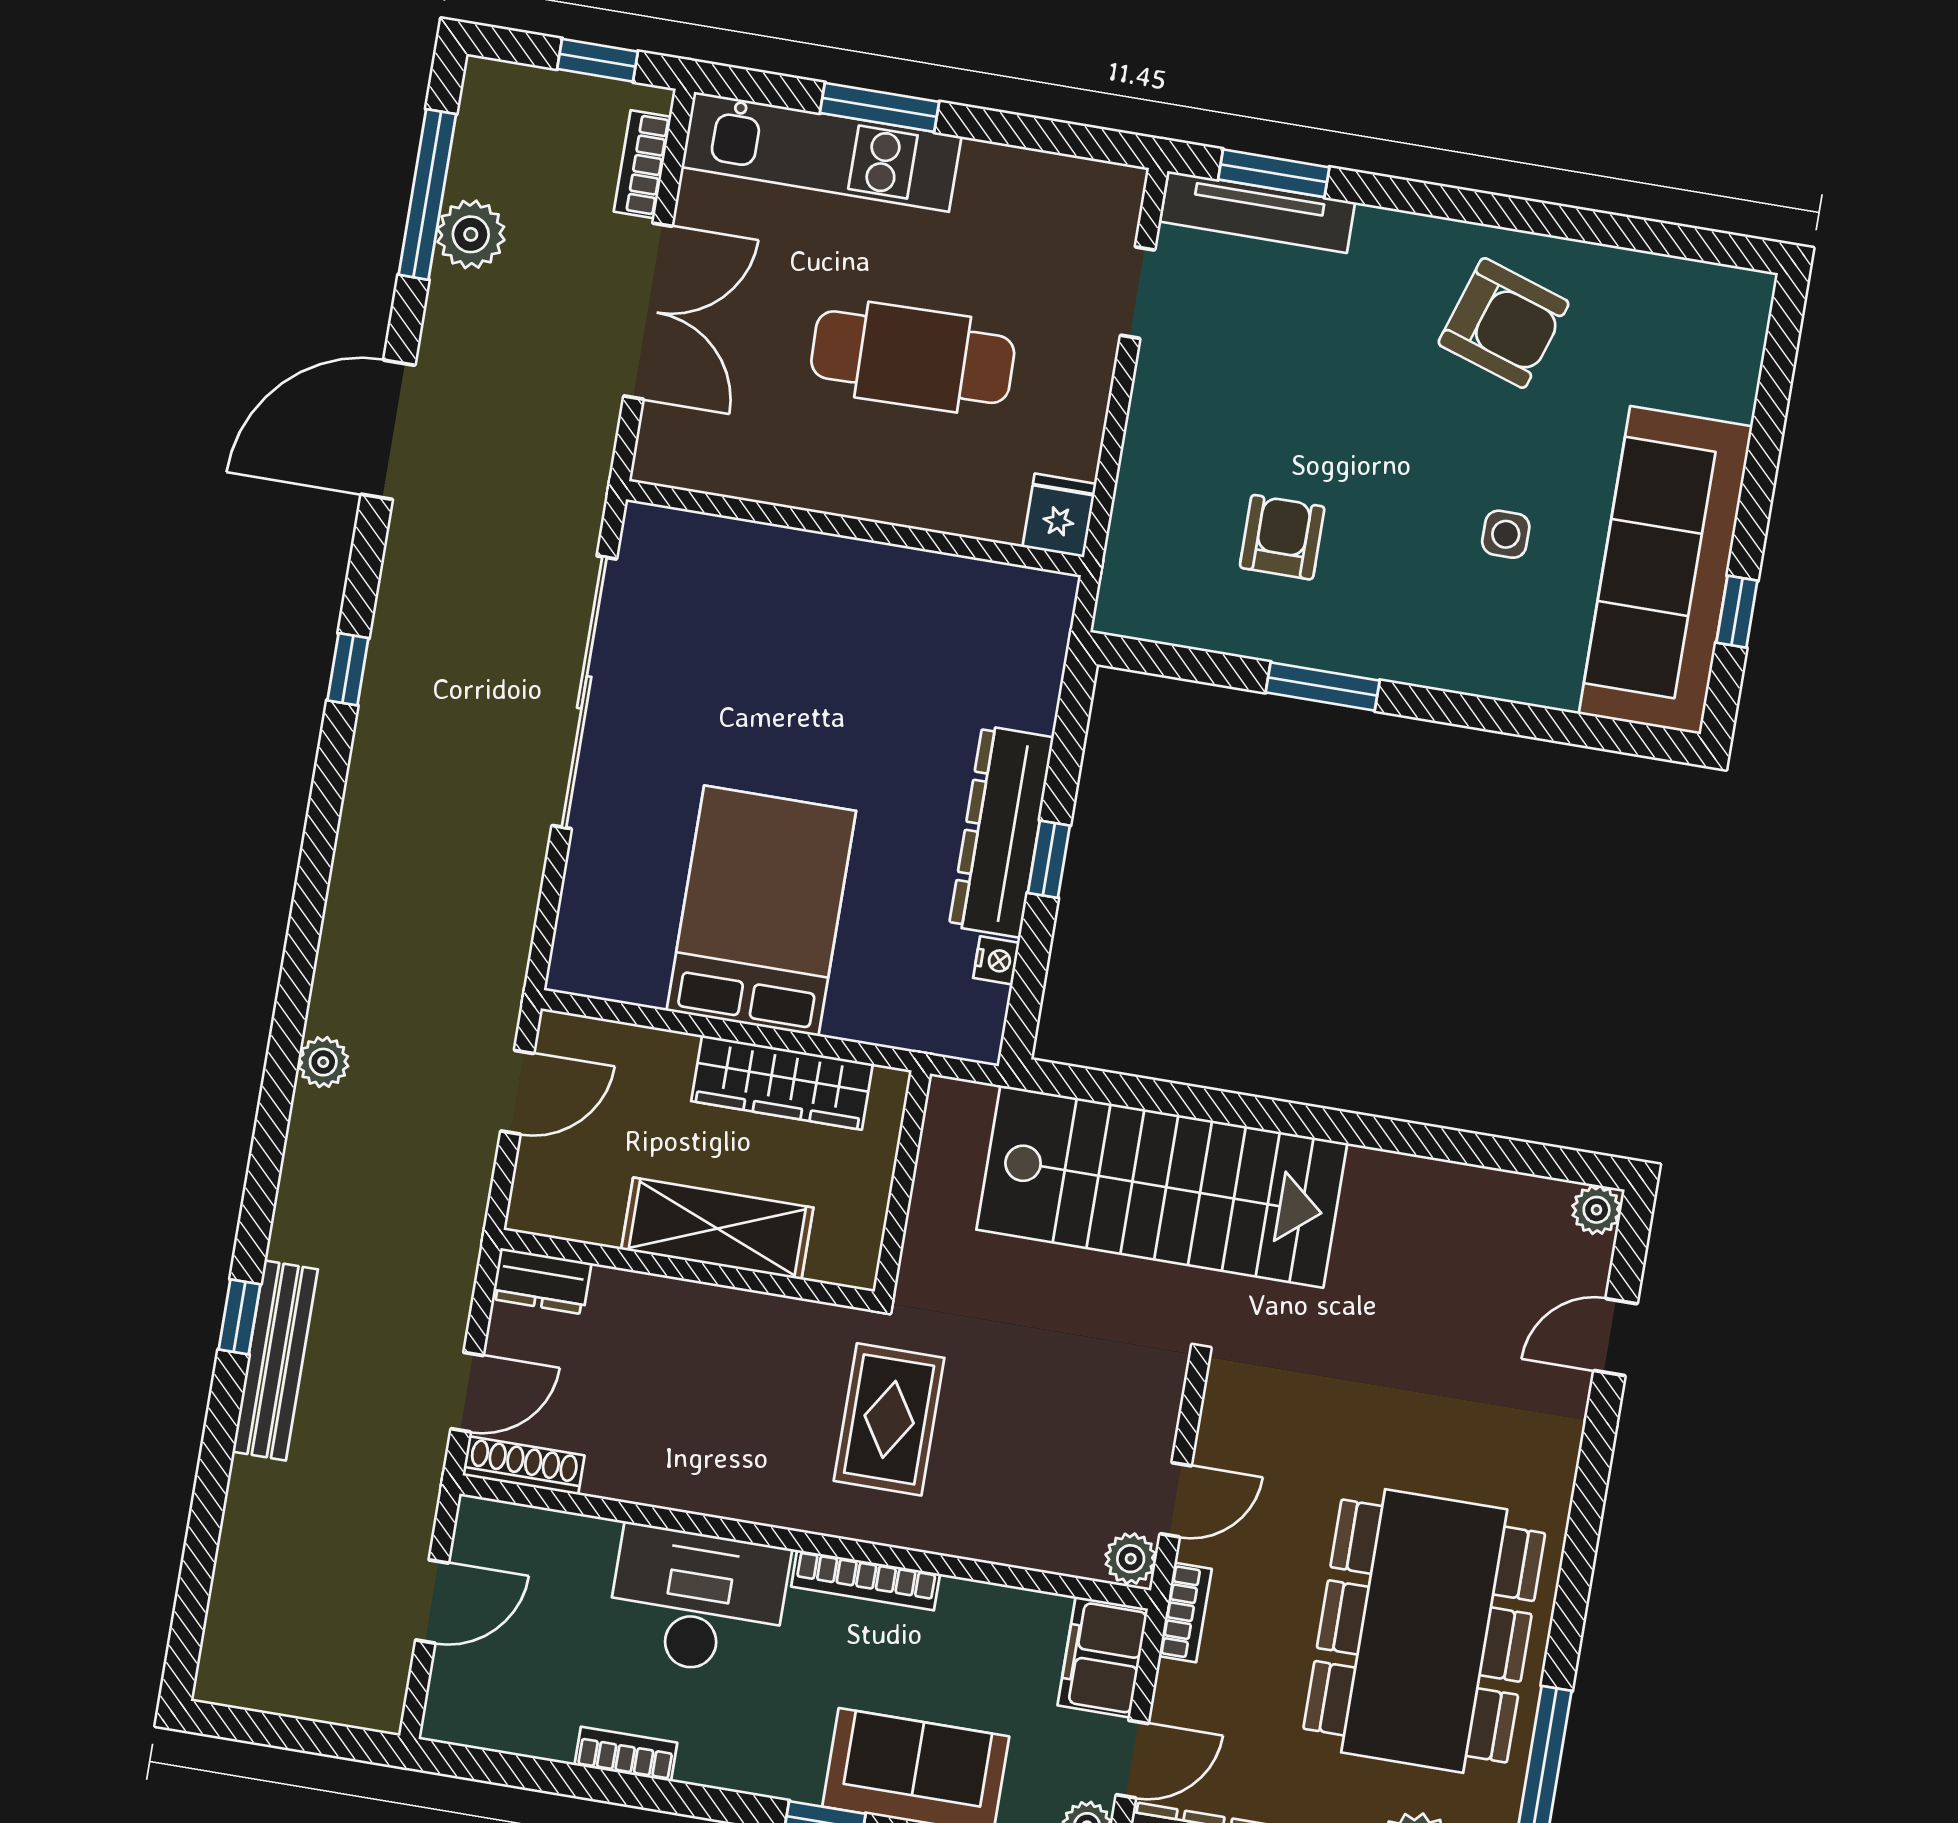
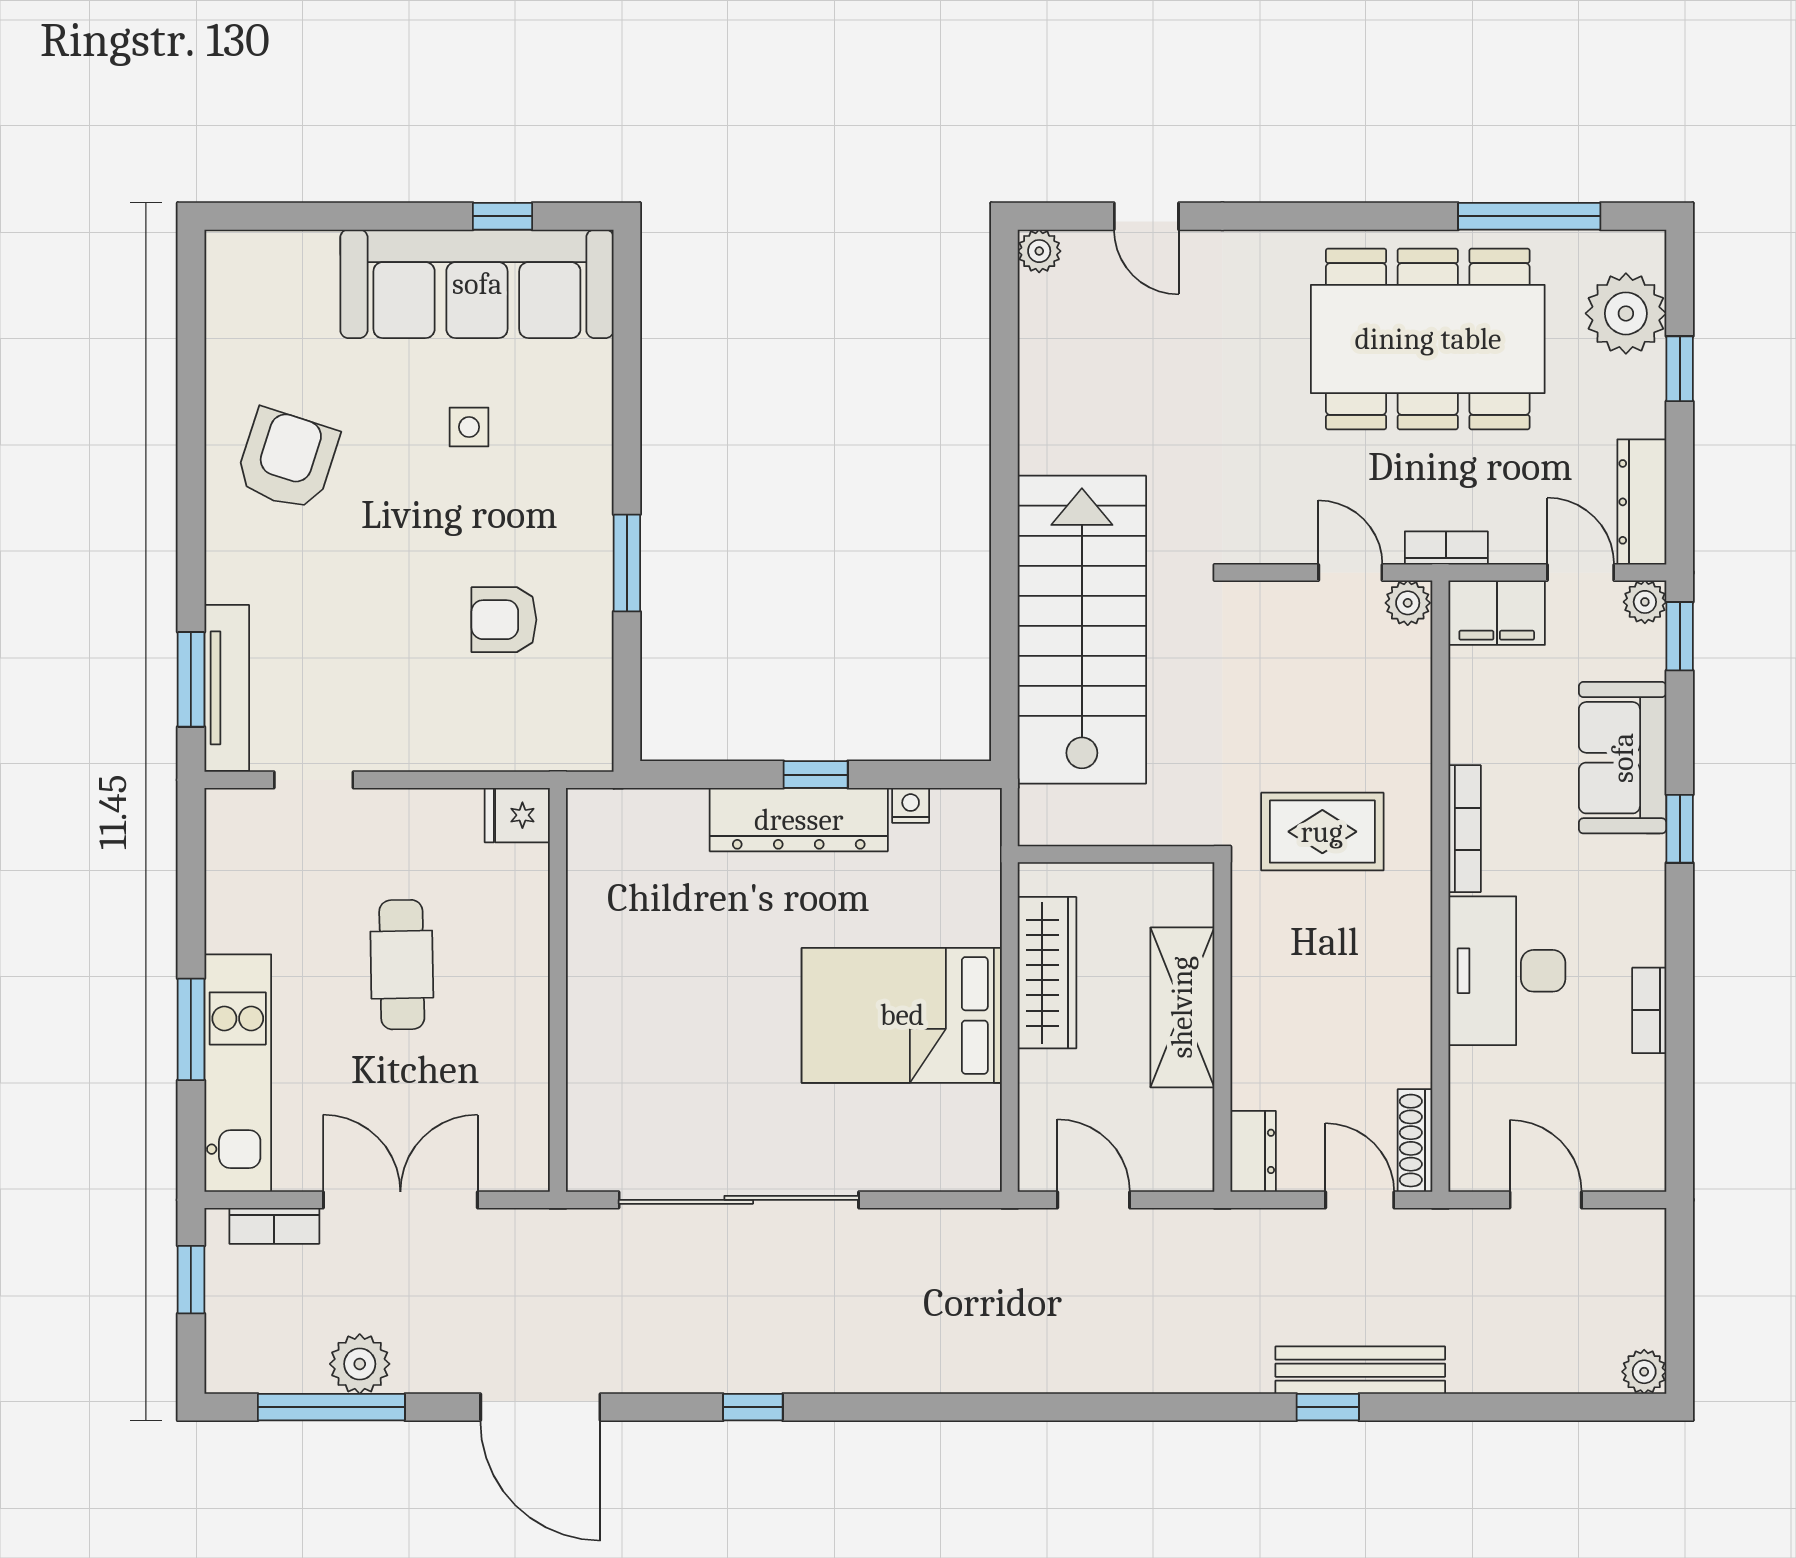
cafe table: (913, 357) -> (402, 965), width x0.73, depth x0.74
plant: (323, 1062) -> (1644, 1372), moved

